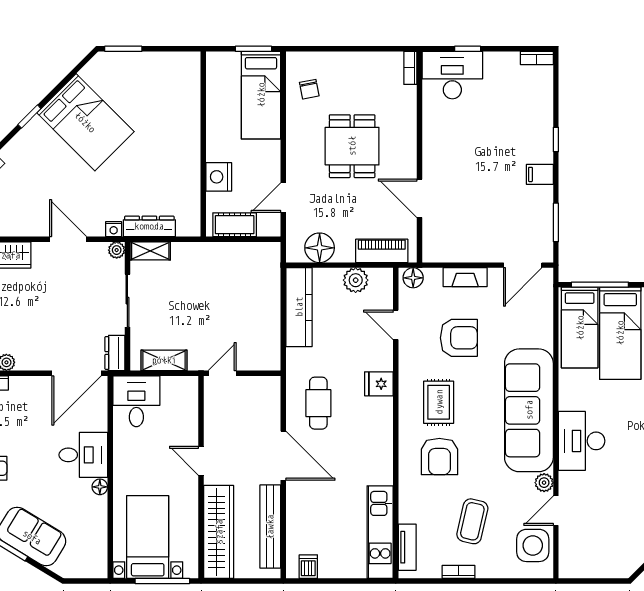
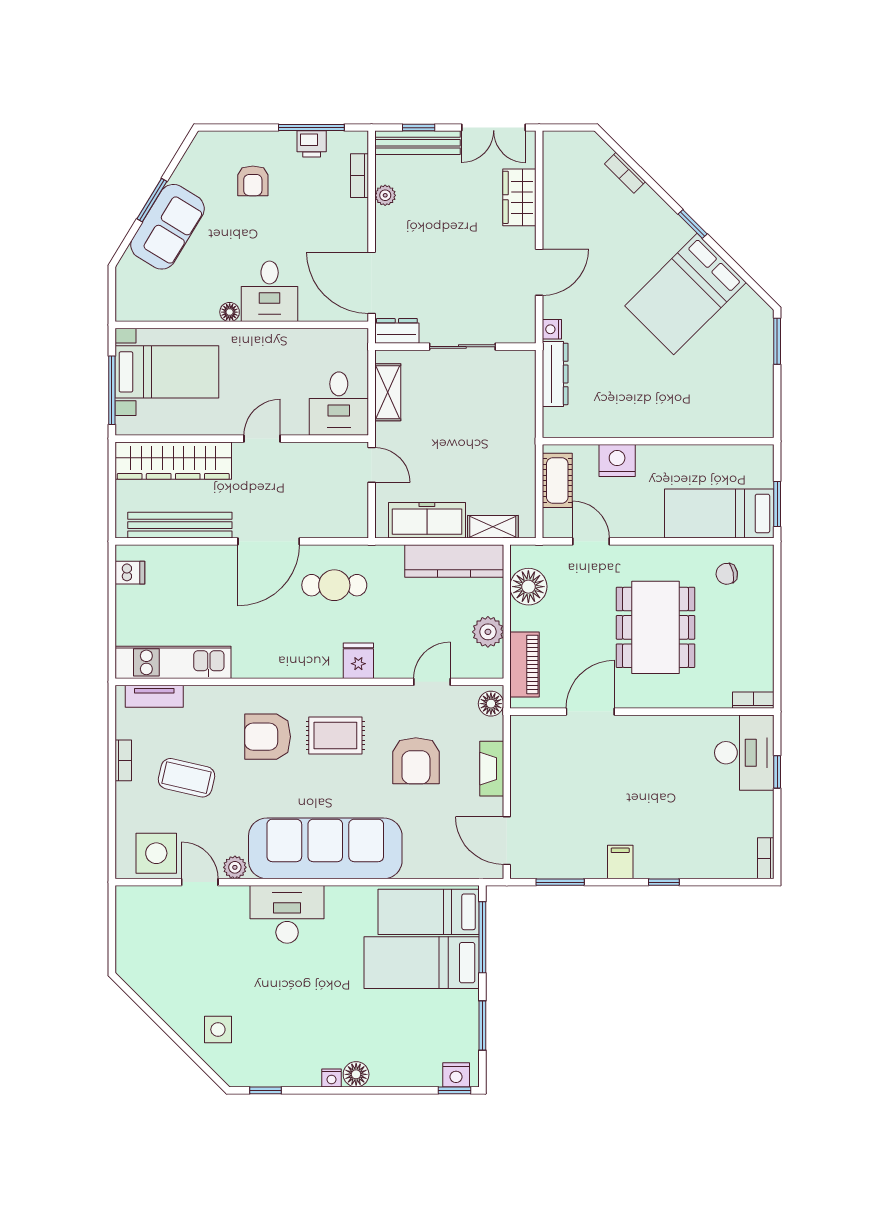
dining table: (352, 146) -> (655, 627), width x1.37
plant: (117, 250) -> (526, 333), removed
shelving: (150, 251) -> (493, 527), moved, turned 90
freezer: (266, 329) -> (427, 520), added
desk: (136, 401) -> (339, 404), moved, turned 90

